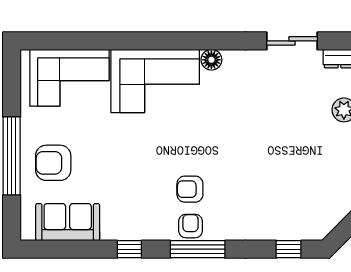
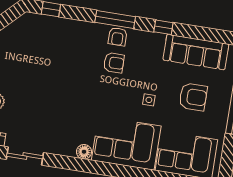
side table: (133, 146) -> (149, 100), added
armchair: (53, 163) -> (193, 97), moved
sofa: (68, 222) -> (196, 52), width x1.36

